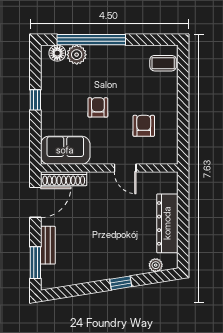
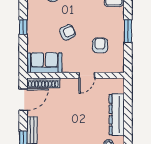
window: (183, 106) -> (128, 31), added
armchair: (98, 107) -> (68, 32), turned 65
door: (125, 168) -> (87, 75), hinge flipped

